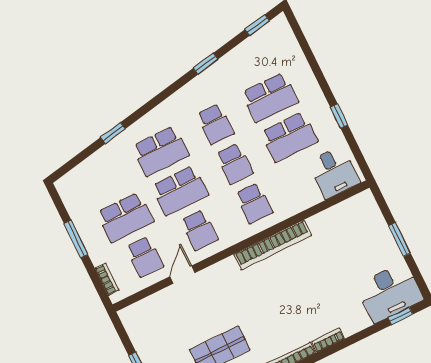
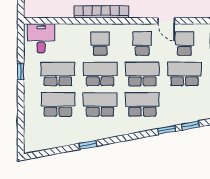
window: (257, 25) -> (190, 125), moved
school desk: (215, 124) -> (100, 104), width x1.85
school desk: (235, 164) -> (100, 74), width x1.85
door: (182, 275) -> (166, 21), hinge flipped

